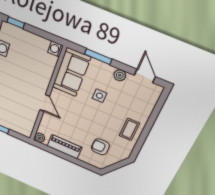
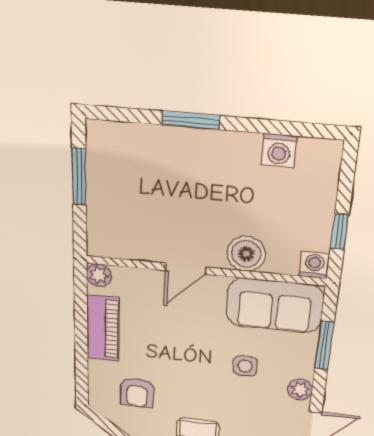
window: (16, 23) -> (339, 231), moved
boiler: (43, 76) -> (246, 254), added
armchair: (100, 147) -> (137, 392), turned 180

